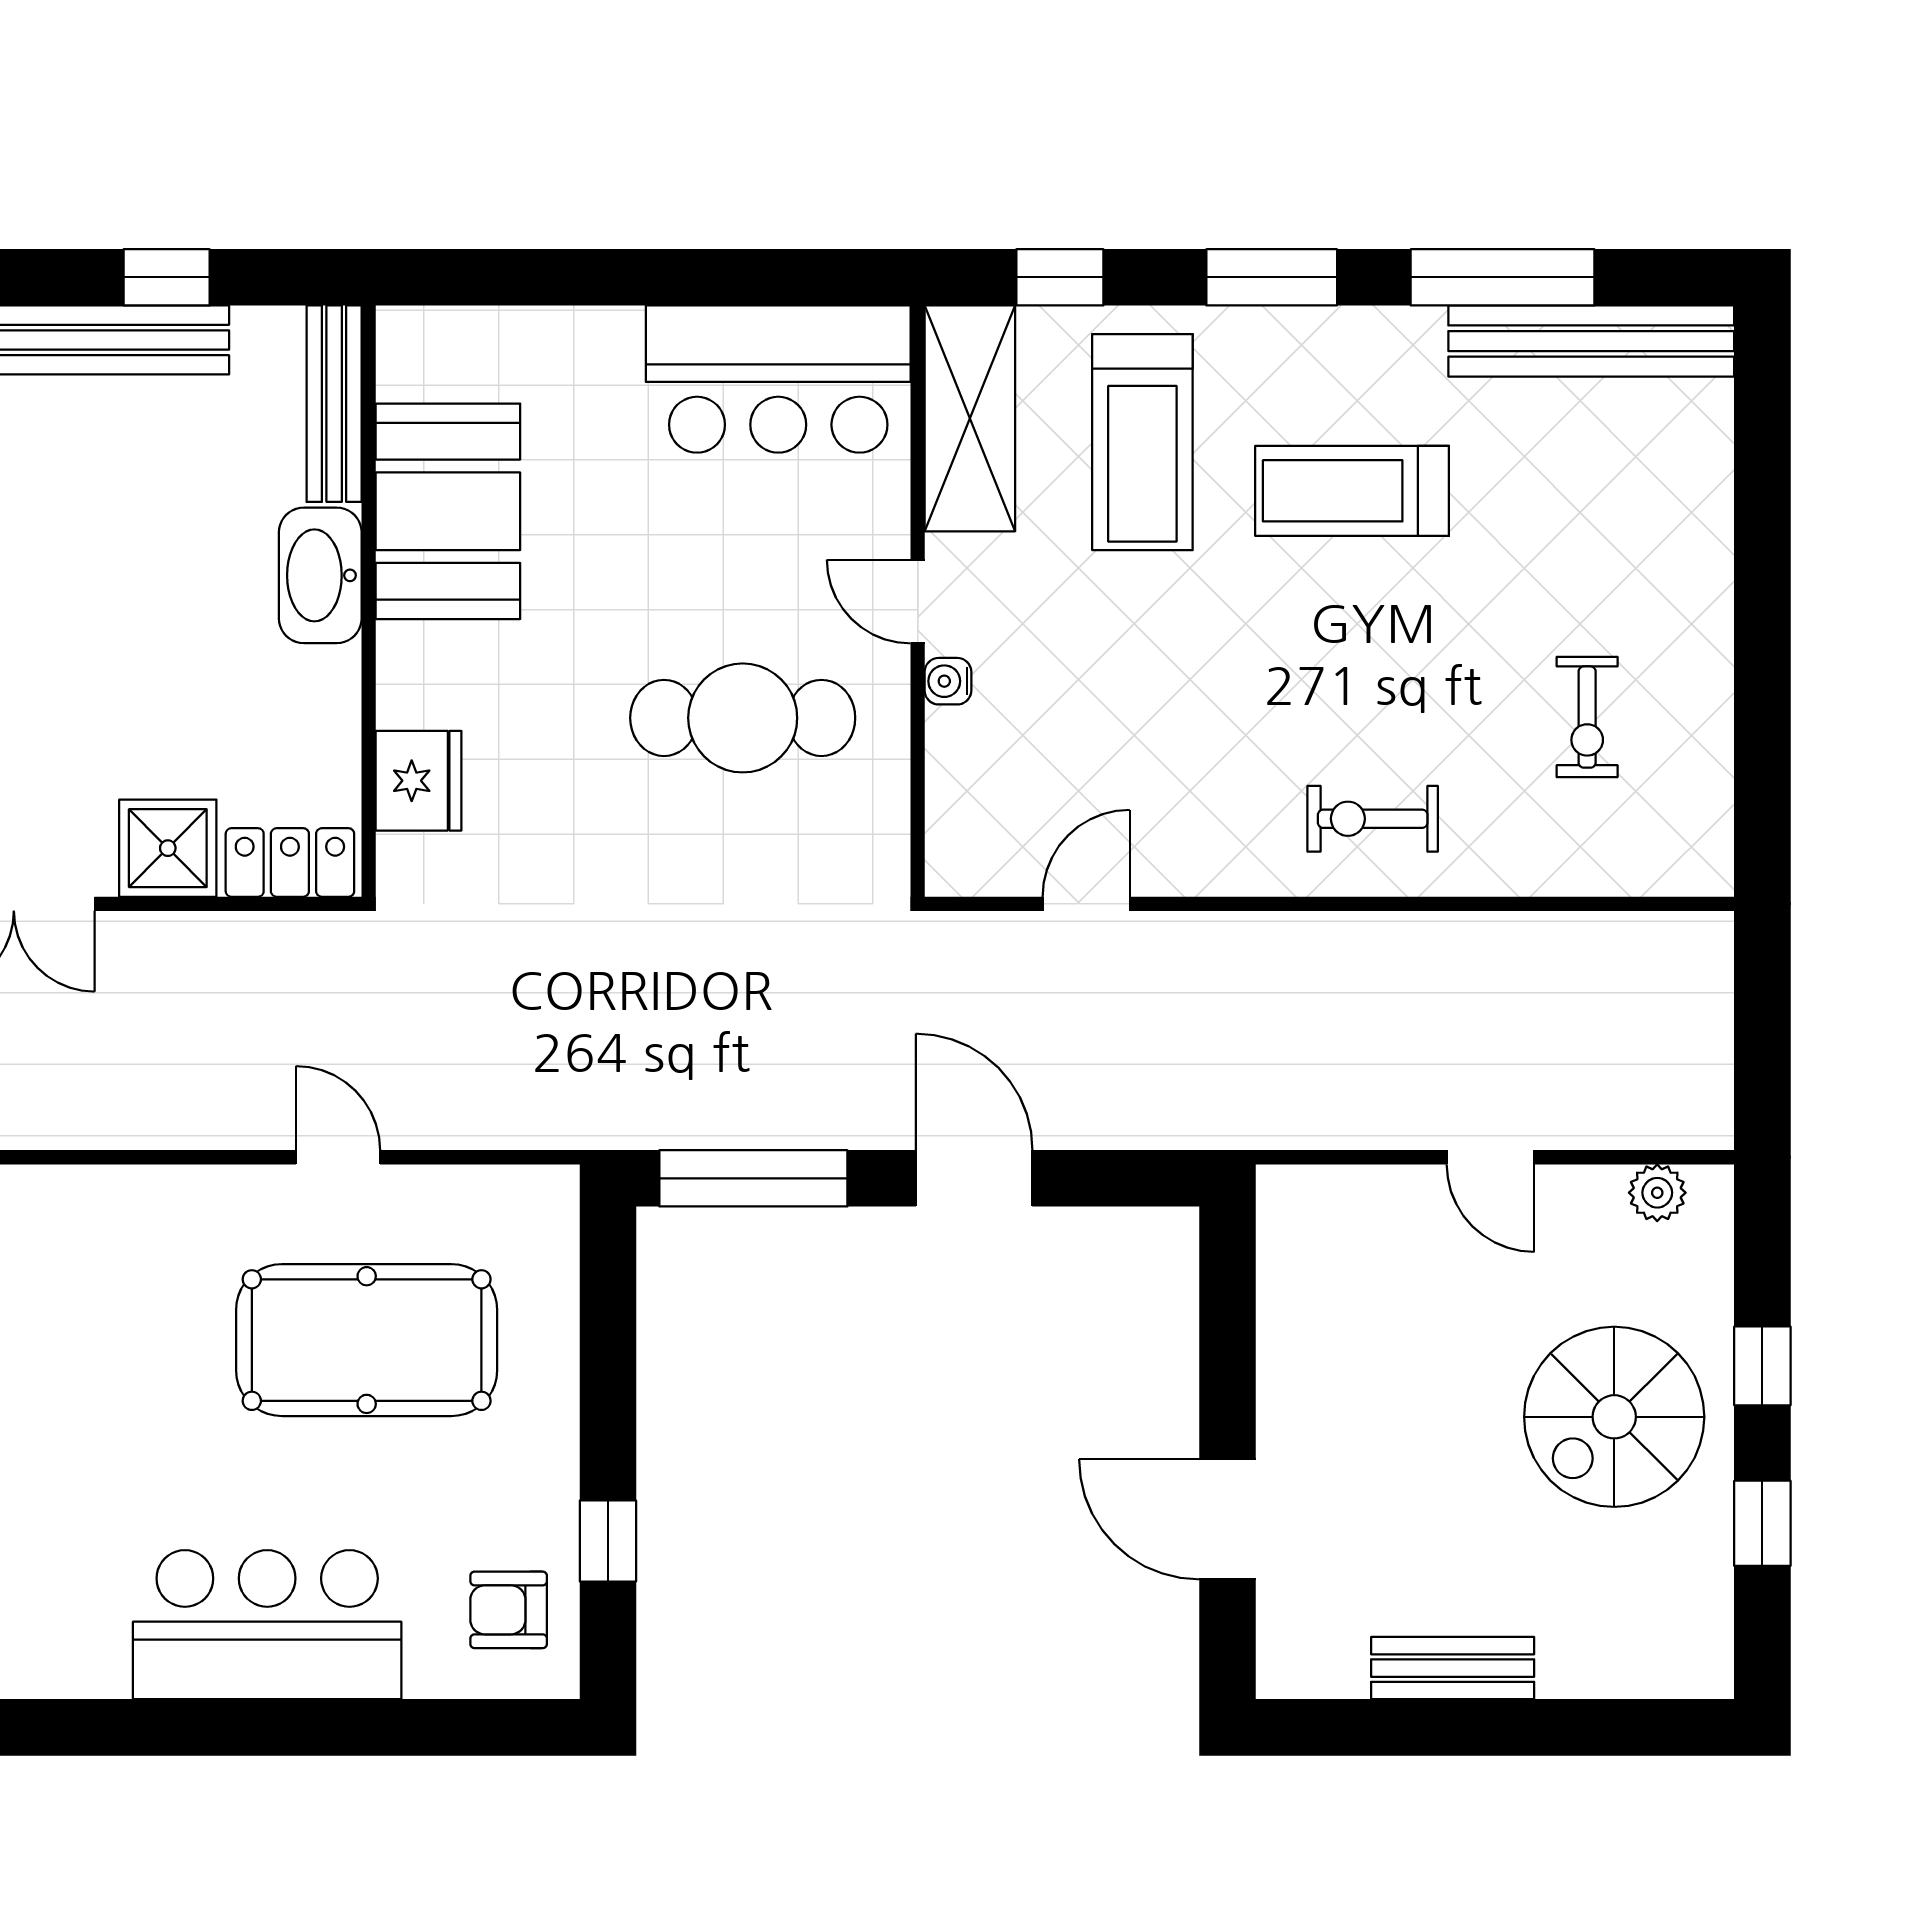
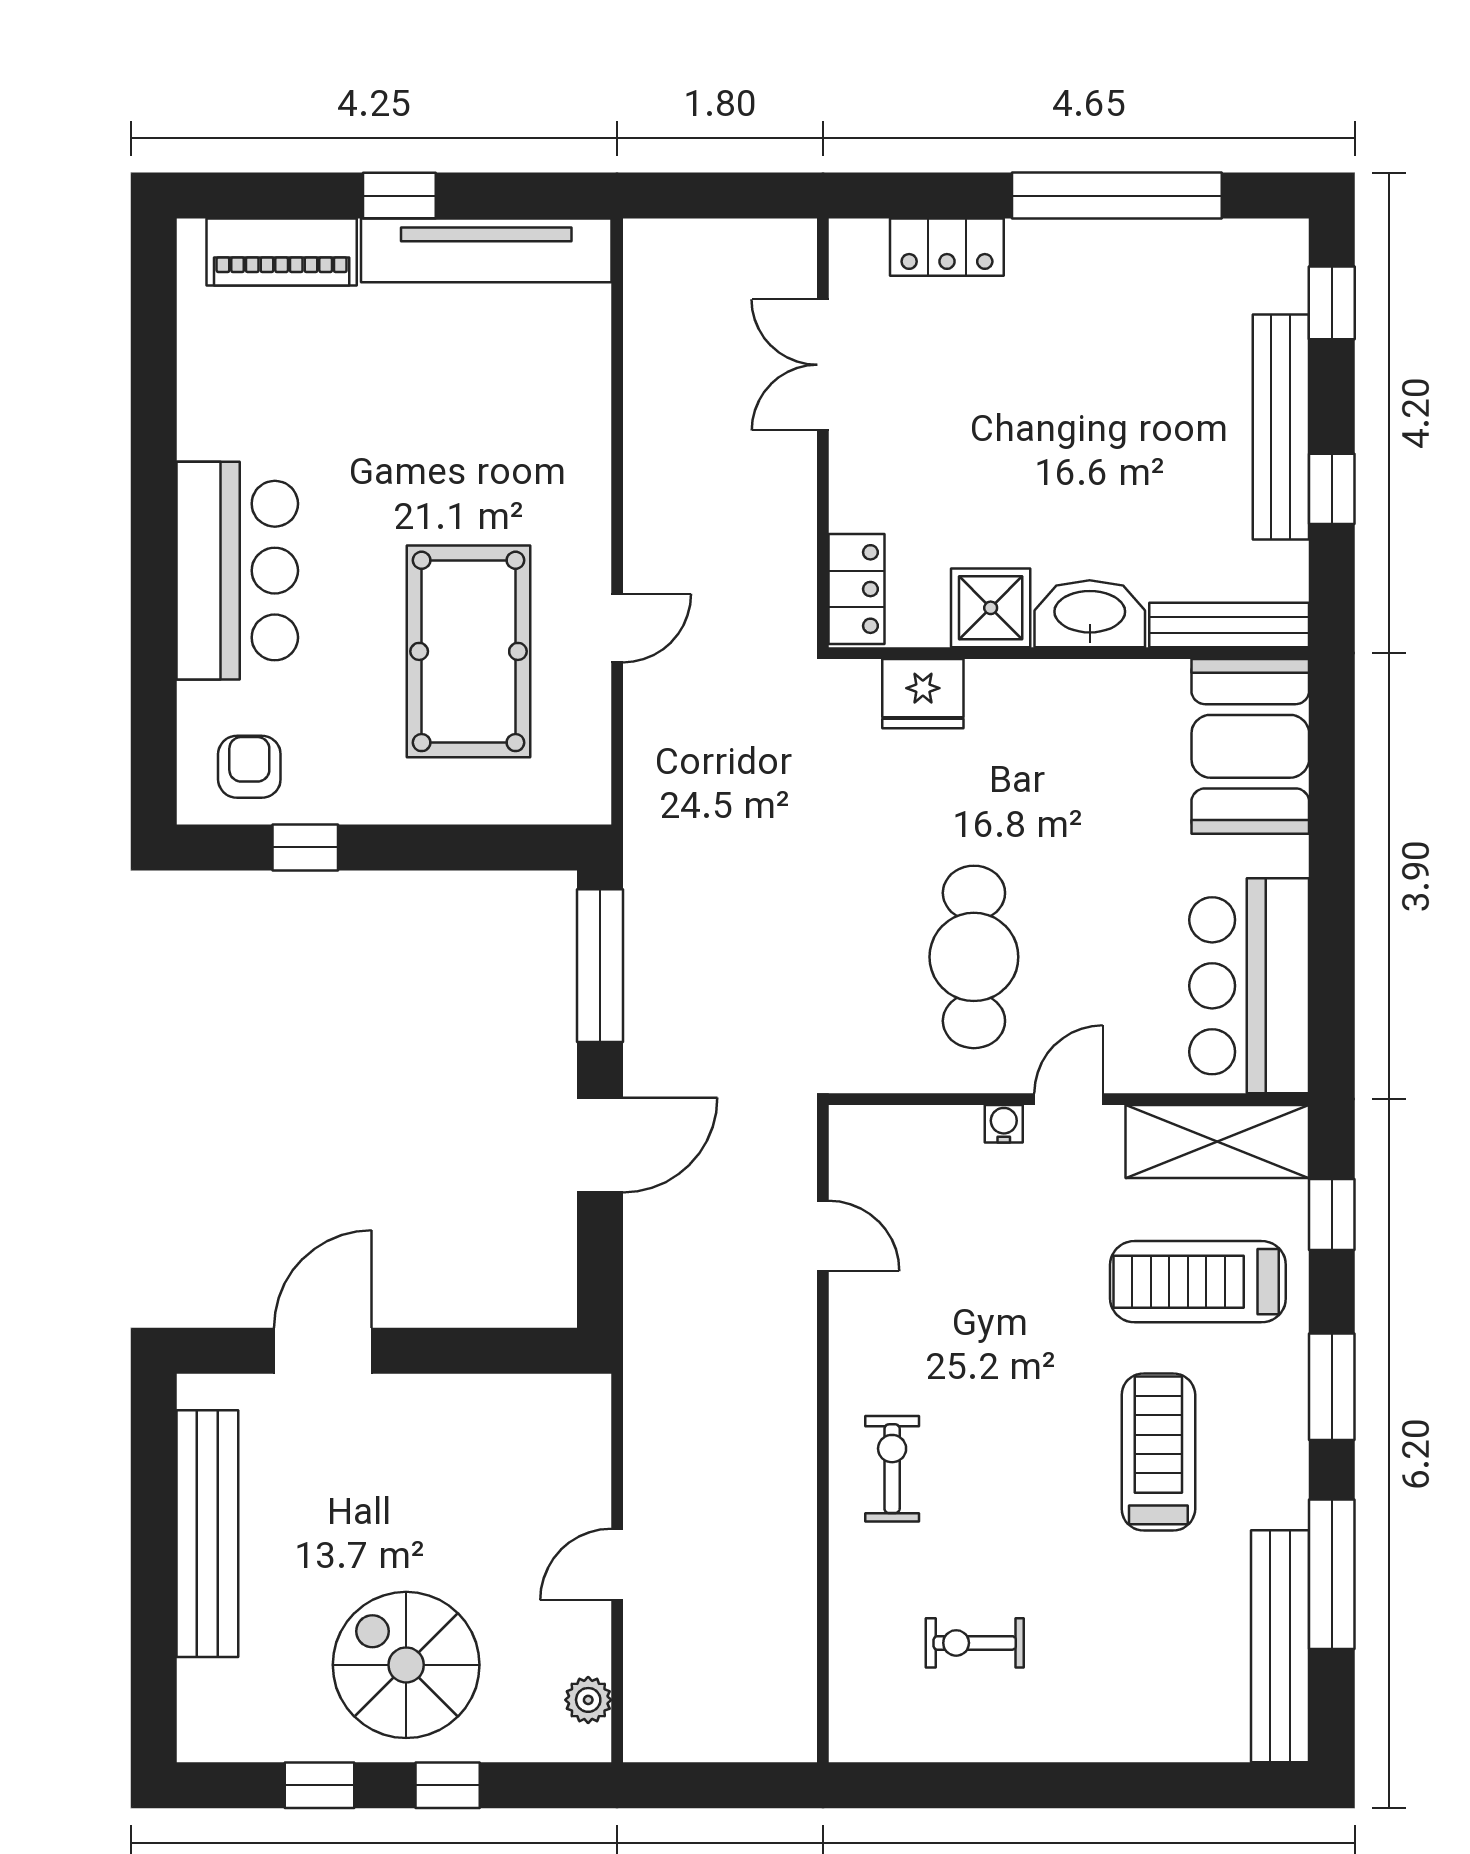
booth: (448, 511) -> (1250, 746), moved, turned 90
shower: (168, 848) -> (991, 608), moved
bench: (1453, 1668) -> (207, 1534), width x1.86, depth x1.21

